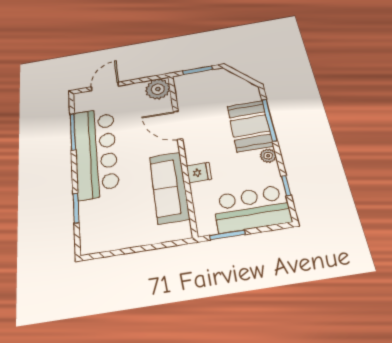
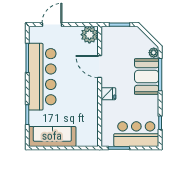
plant: (268, 156) -> (154, 53), moved
fridge: (199, 172) -> (108, 94), moved
sofa: (169, 187) -> (52, 136), moved, turned 90

